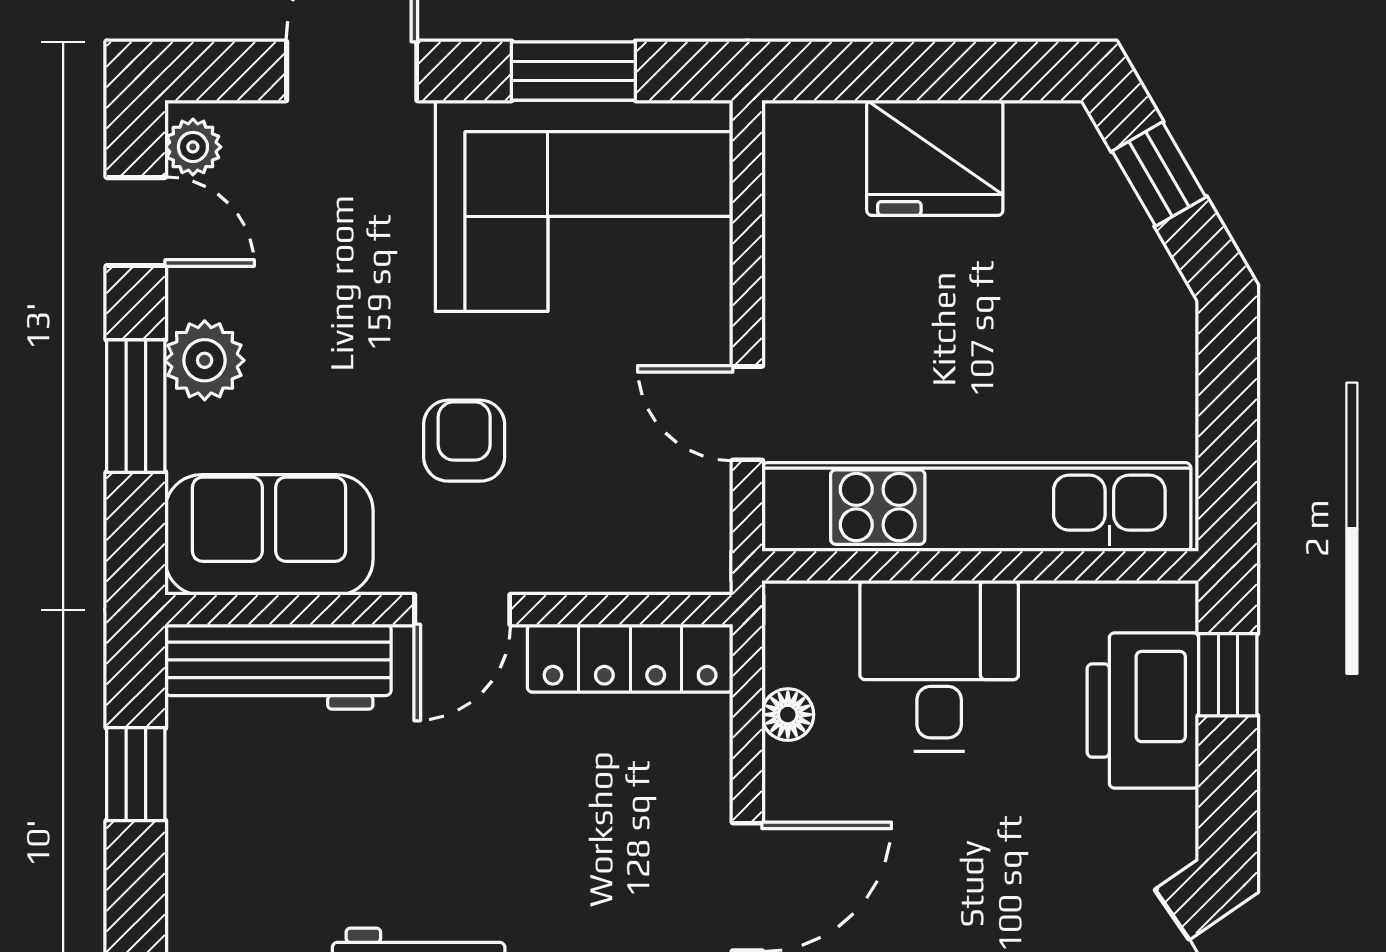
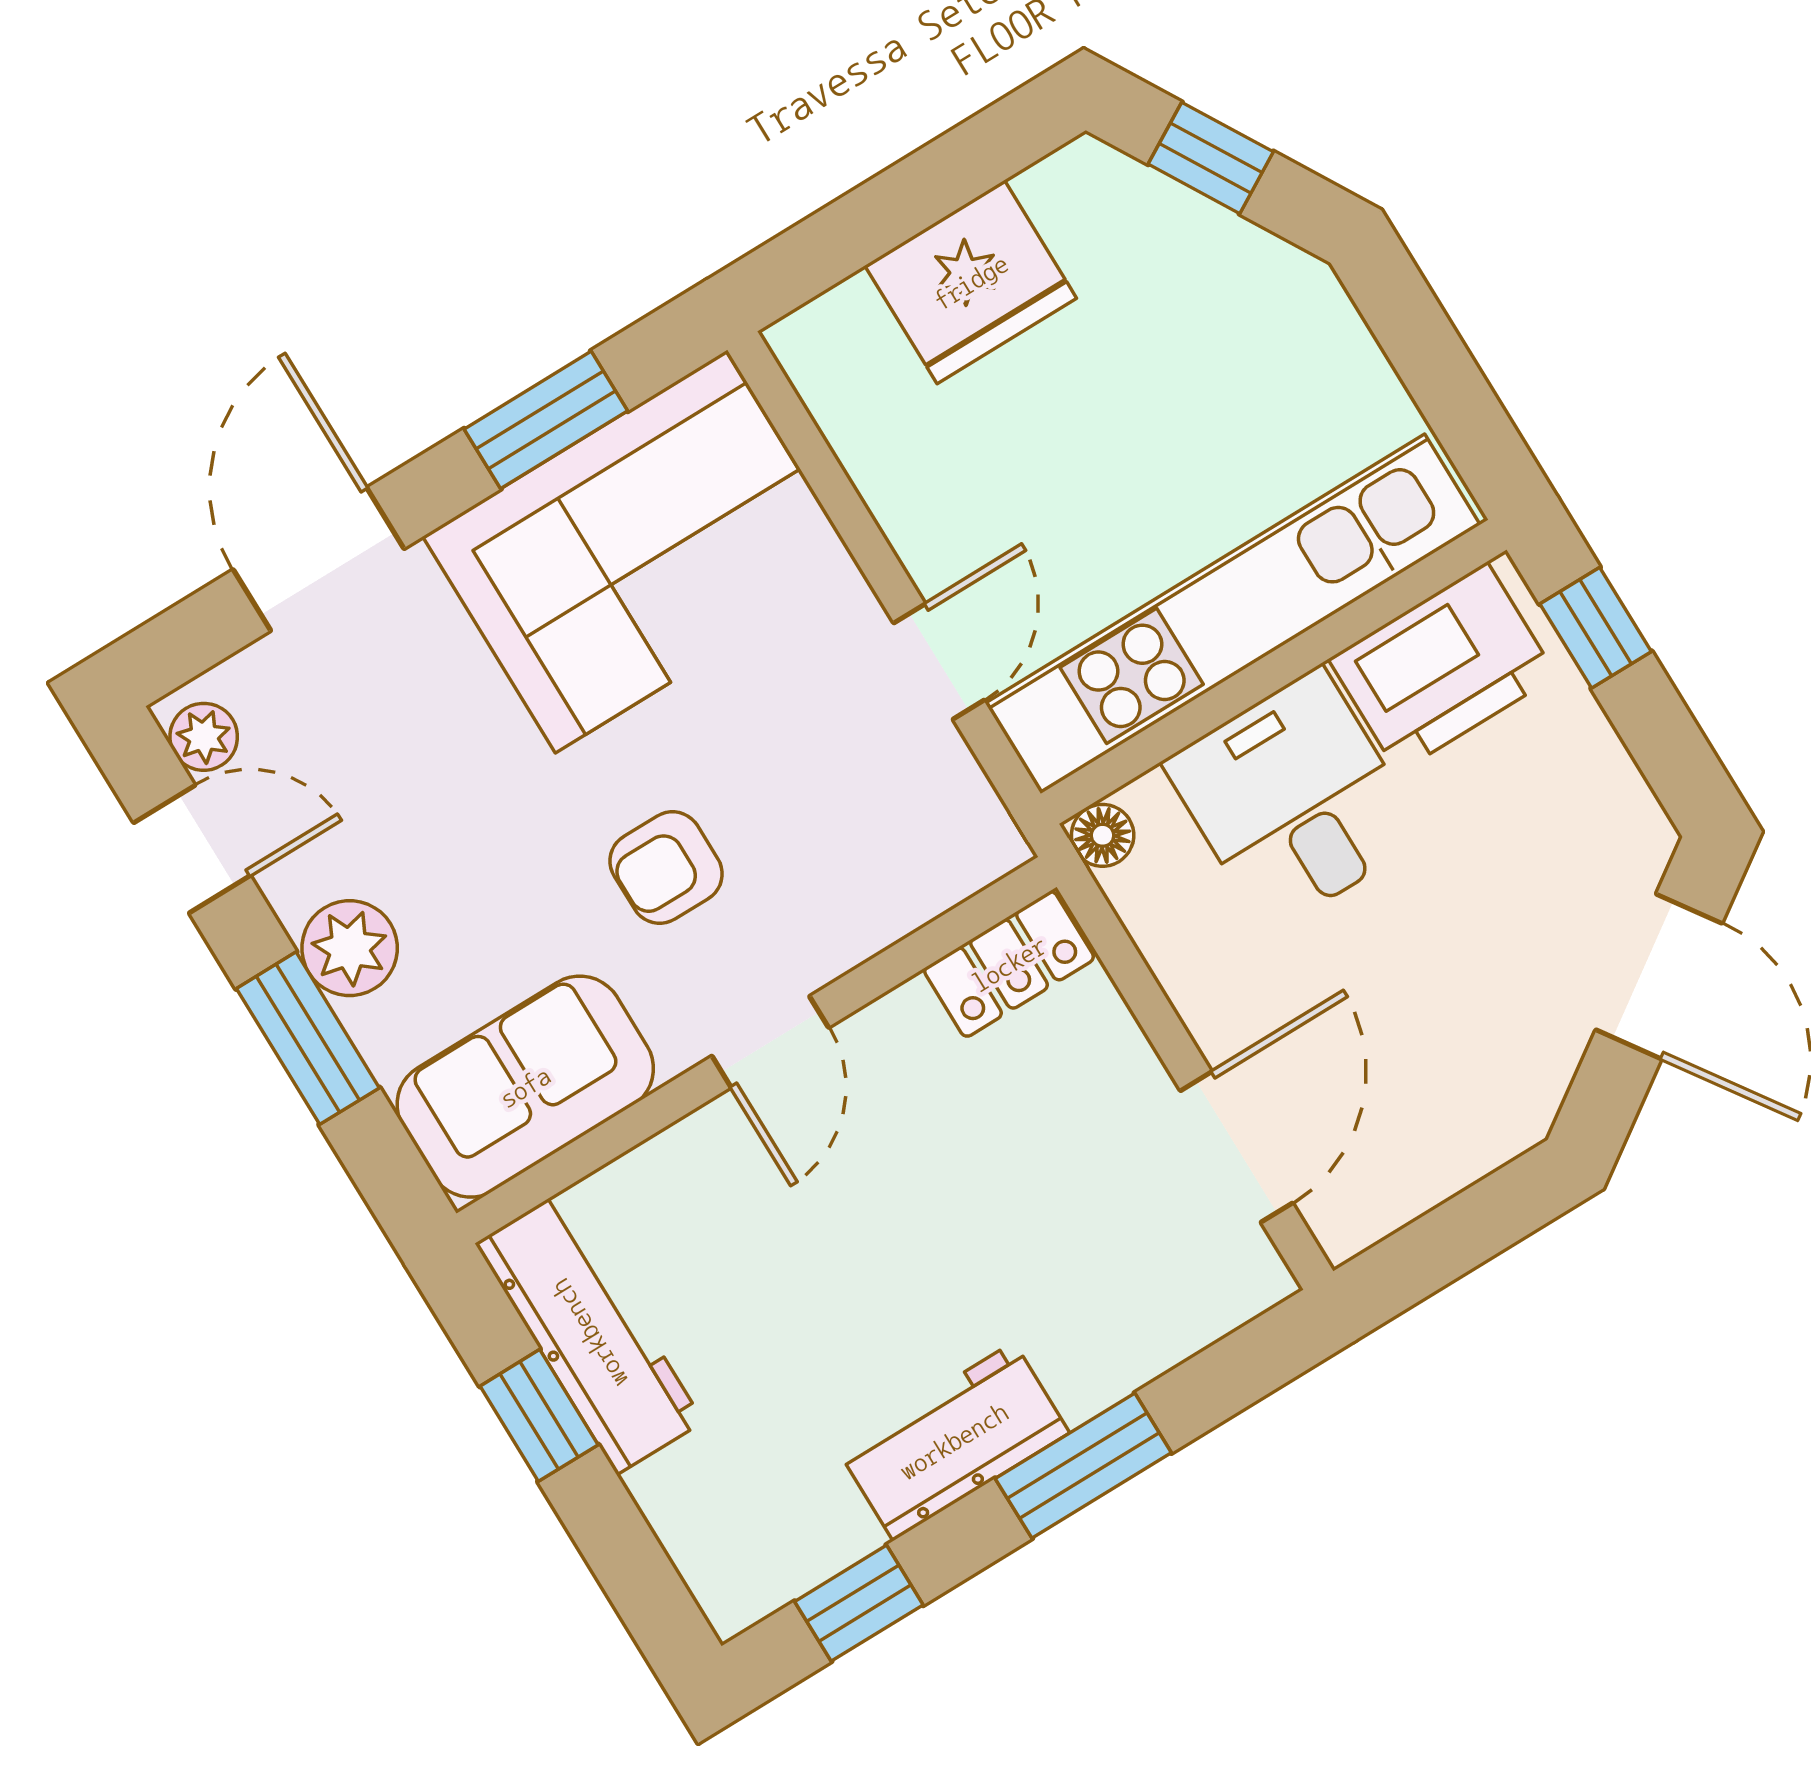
door: (747, 413) -> (939, 662), swing flipped
armchair: (464, 441) -> (666, 867), turned -90
locker: (630, 658) -> (1009, 964), width x0.66
workbench: (278, 667) -> (589, 1333), moved, turned -90
printer: (1143, 710) -> (1442, 667), moved, turned -90
floor lamp: (788, 715) -> (1103, 835), moved

